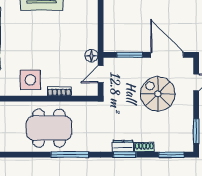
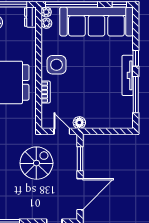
spiral stairs: (158, 94) -> (36, 163), moved

